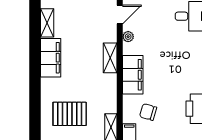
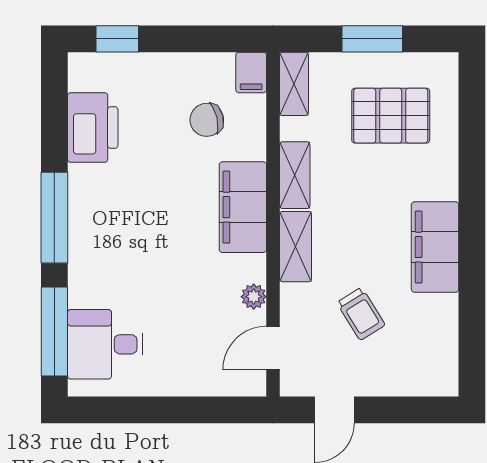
shelving: (47, 23) -> (295, 175), moved
trolley: (82, 29) -> (361, 314), added
chair: (148, 112) -> (207, 120), turned 150

